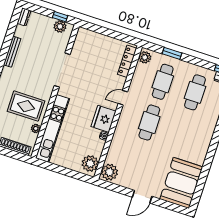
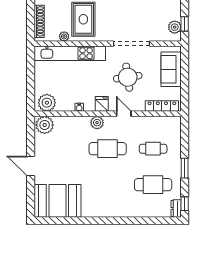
sofa: (97, 42) -> (171, 69), added
window: (172, 53) -> (185, 168), moved
plant: (145, 57) -> (97, 123), moved
cafe table: (163, 82) -> (153, 149), width x0.73, depth x0.74
round table: (91, 83) -> (128, 77), added
fridge: (103, 119) -> (102, 104), width x0.53, depth x0.75

